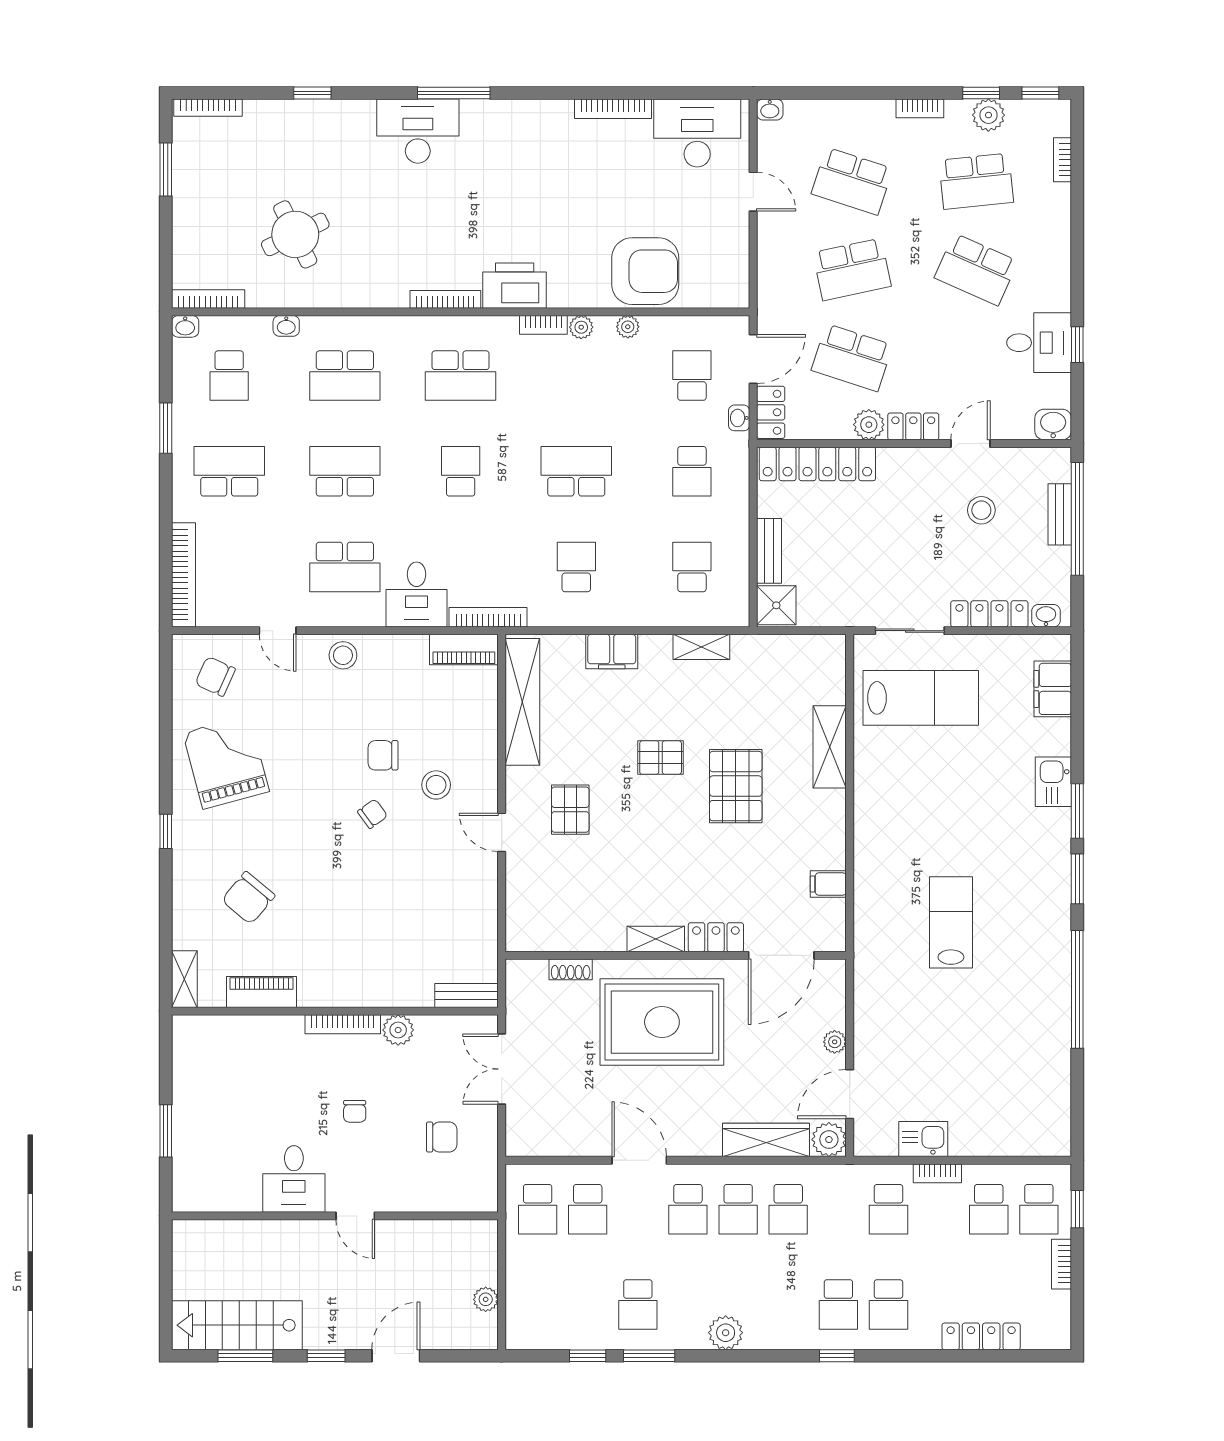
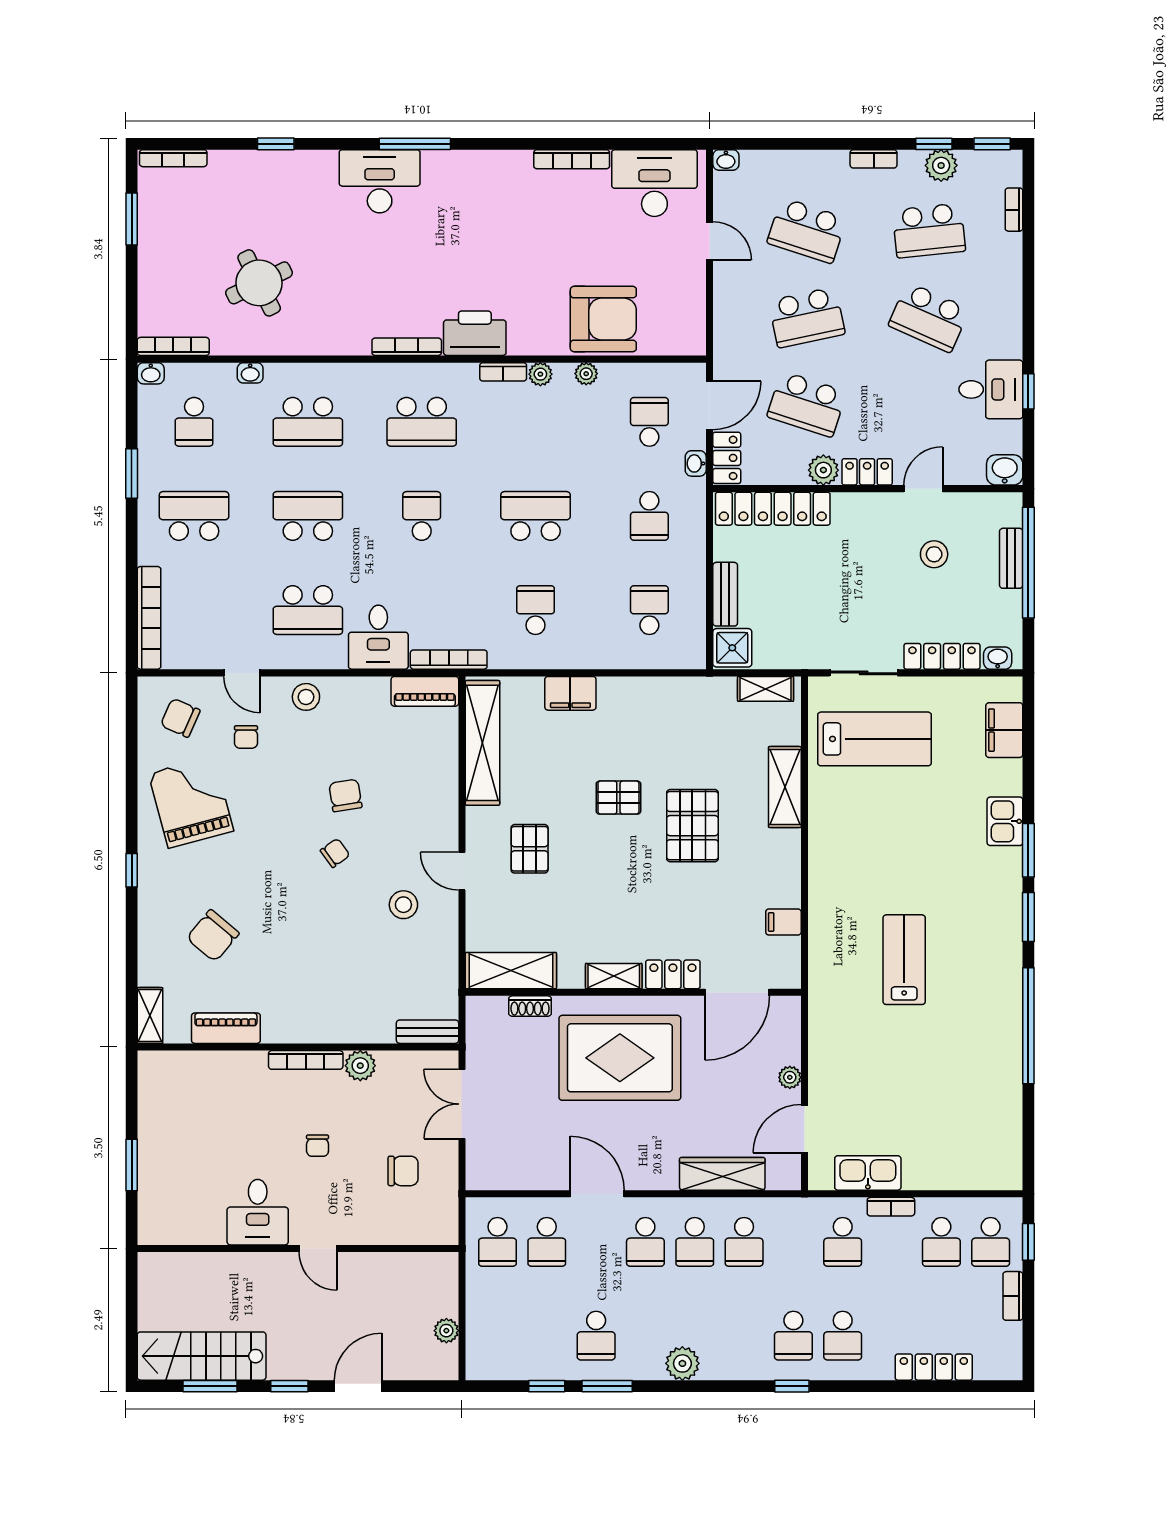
shelving: (701, 647) -> (766, 689), moved
chair: (282, 696) -> (246, 737), added
chair: (383, 755) -> (345, 795), turned 81
stool: (436, 785) -> (403, 905), moved
shelving: (551, 933) -> (511, 971), added
kitchen sink: (923, 1139) -> (868, 1173), width x1.38
plant: (829, 1140) -> (784, 1173), removed

